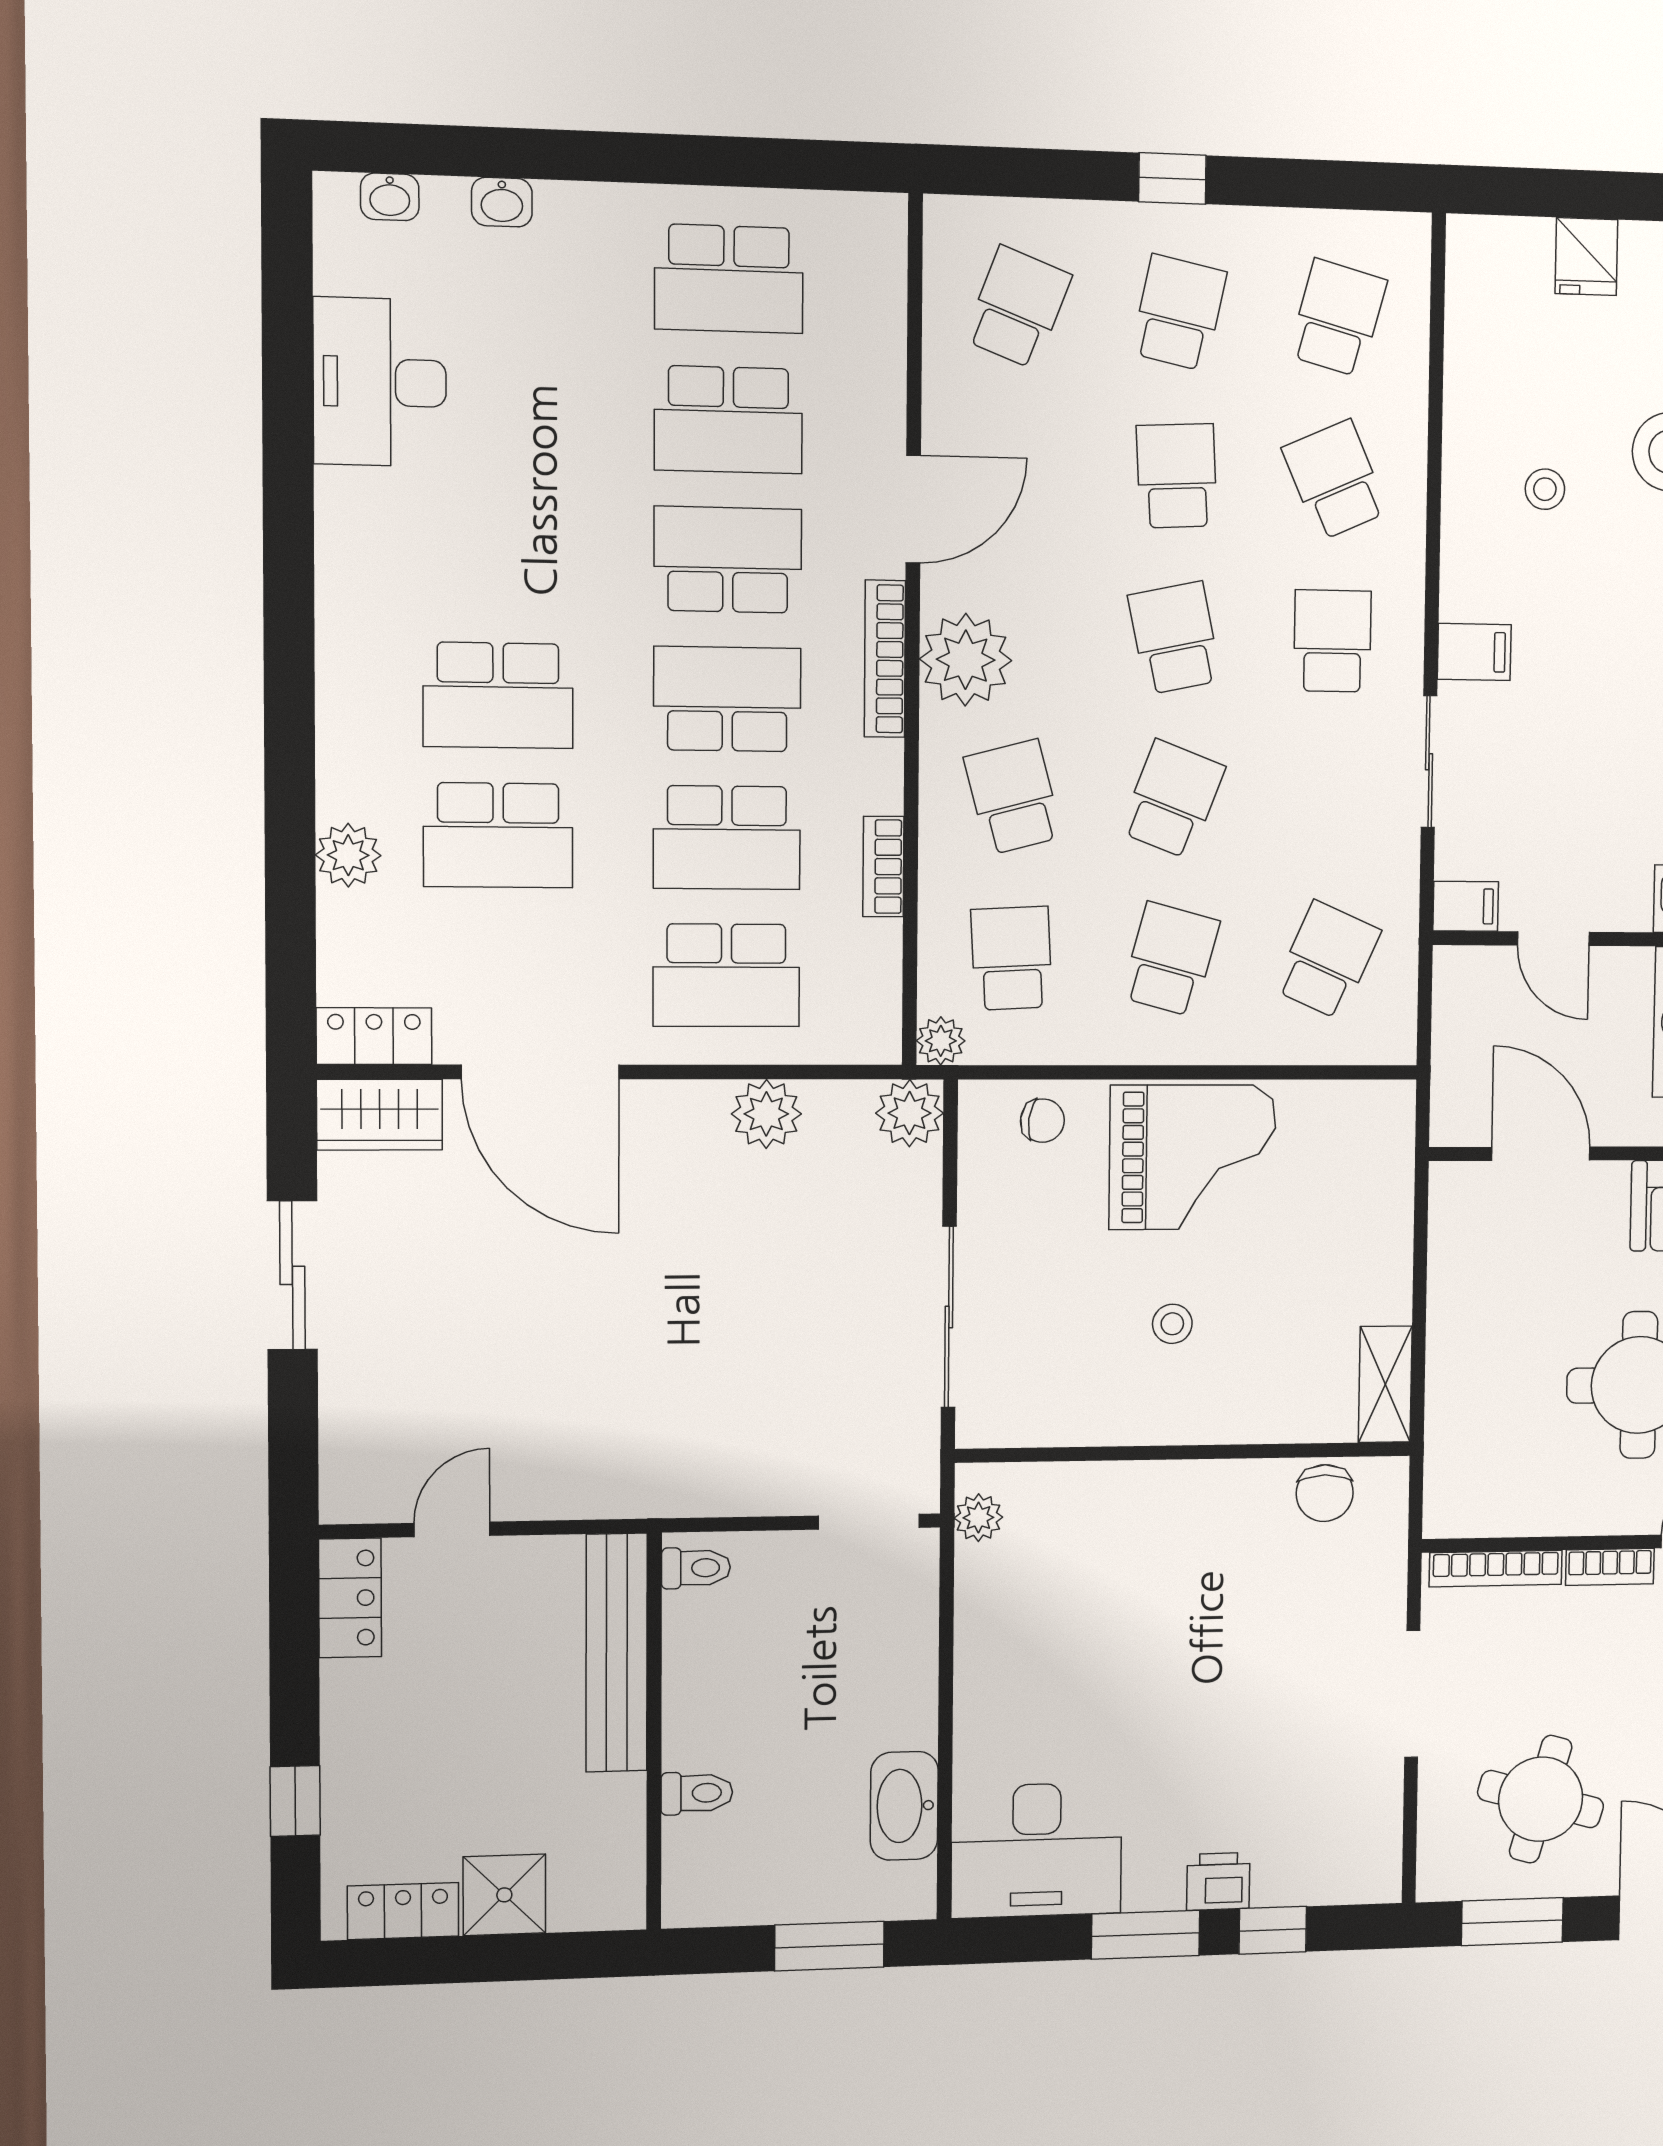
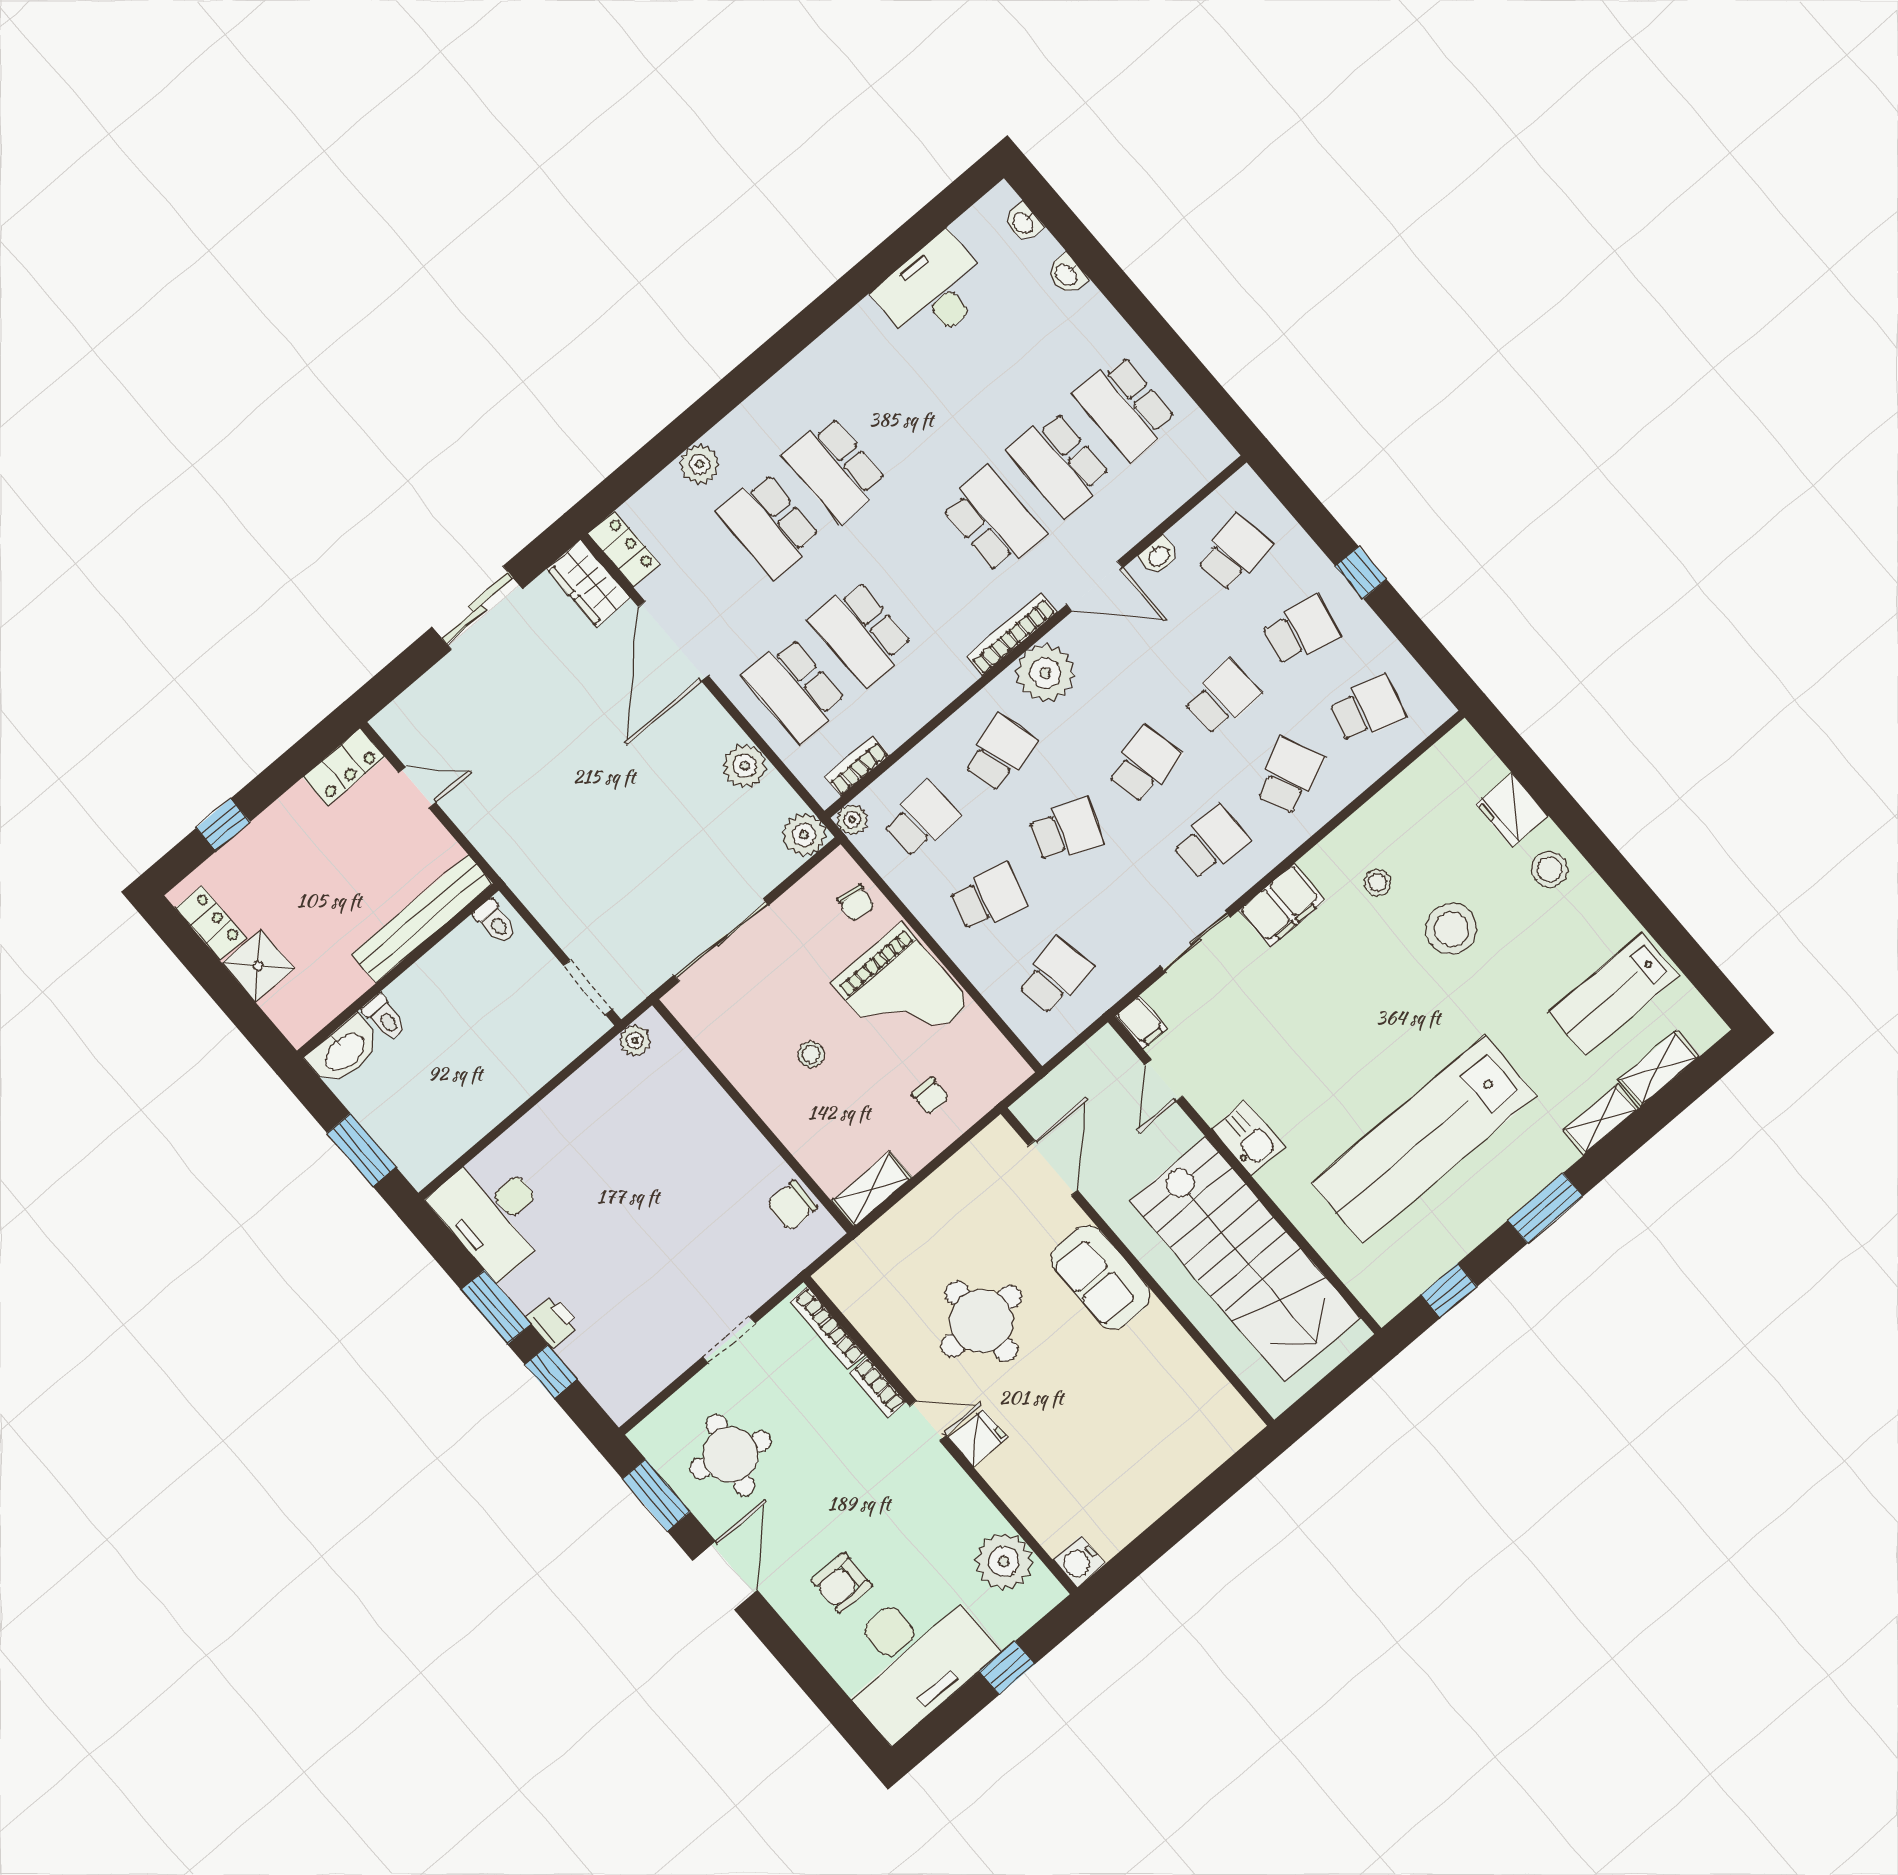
fridge: (1586, 257) -> (1512, 810), width x1.38
school desk: (1018, 307) -> (1234, 553), turned -30
washbasin: (943, 400) -> (1159, 556), added
filing cabinet: (1474, 652) -> (1282, 905), width x2.00
school desk: (727, 699) -> (927, 577), removed
bookcase: (883, 867) -> (857, 766), moved
school desk: (1327, 960) -> (1055, 976), turned -33
chair: (1339, 1225) -> (930, 1096), added
doorway: (1412, 1694) -> (729, 1340), width x0.73
washbasin: (904, 1806) -> (344, 1051), moved, turned 180

